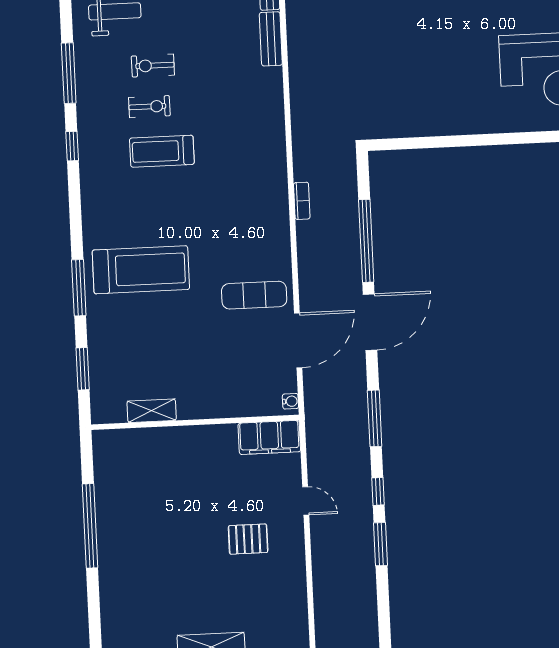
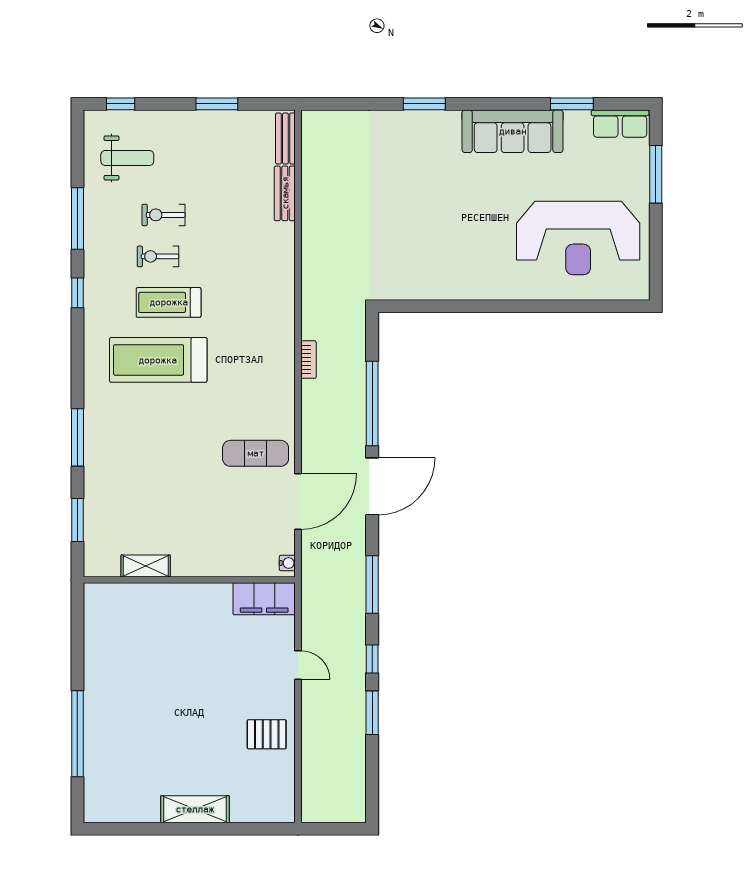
exercise bike: (149, 107) -> (158, 256), turned 180
treadmill: (141, 270) -> (158, 360), moved, turned 180
window: (90, 526) -> (77, 734), moved
pallet: (248, 539) -> (267, 734), moved

